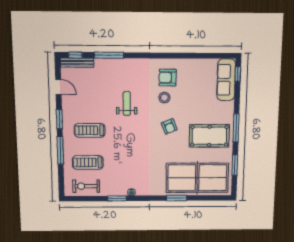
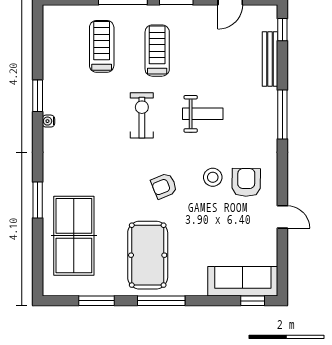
window: (109, 55) -> (282, 114), moved
door: (189, 56) -> (282, 217), added
bench: (77, 63) -> (270, 59), moved
table tennis table: (197, 178) -> (74, 236), width x0.73, depth x0.76
exercise bike: (86, 186) -> (142, 115), moved

